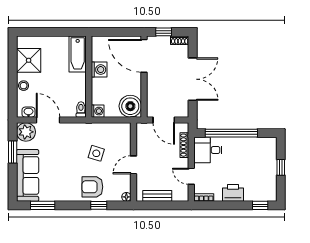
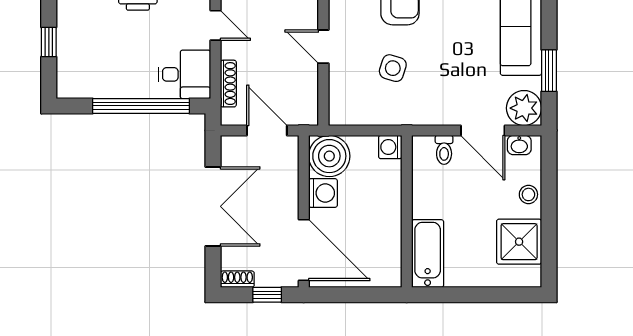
washing machine: (99, 70) -> (323, 193), moved, turned 180
double door: (193, 79) -> (213, 206), swing flipped
toilet: (81, 110) -> (444, 150), moved
door: (134, 165) -> (323, 47), swing flipped

